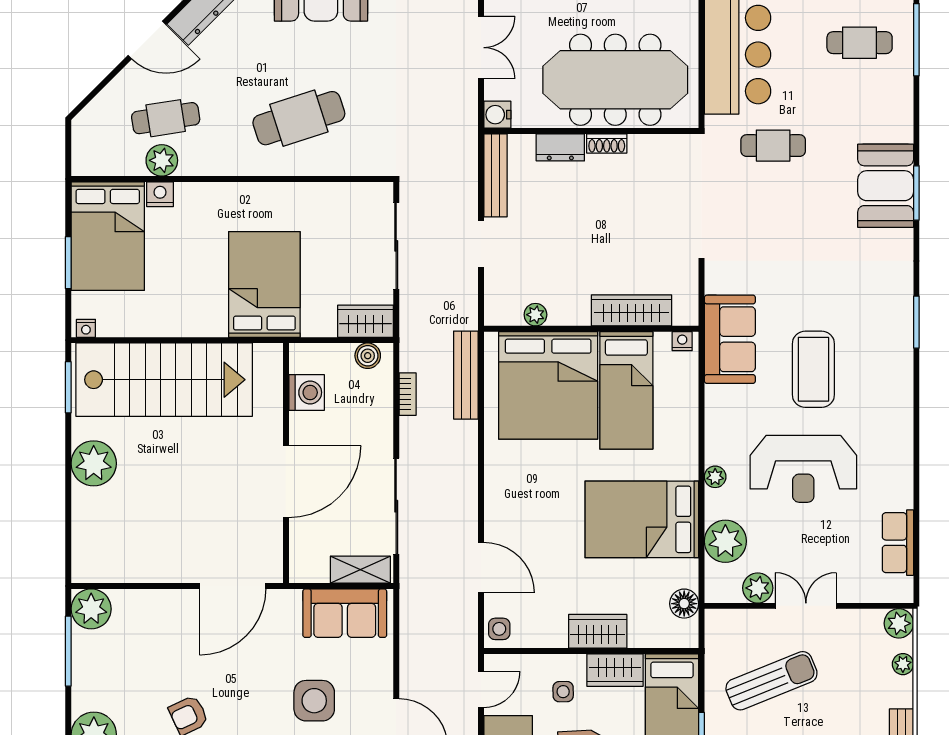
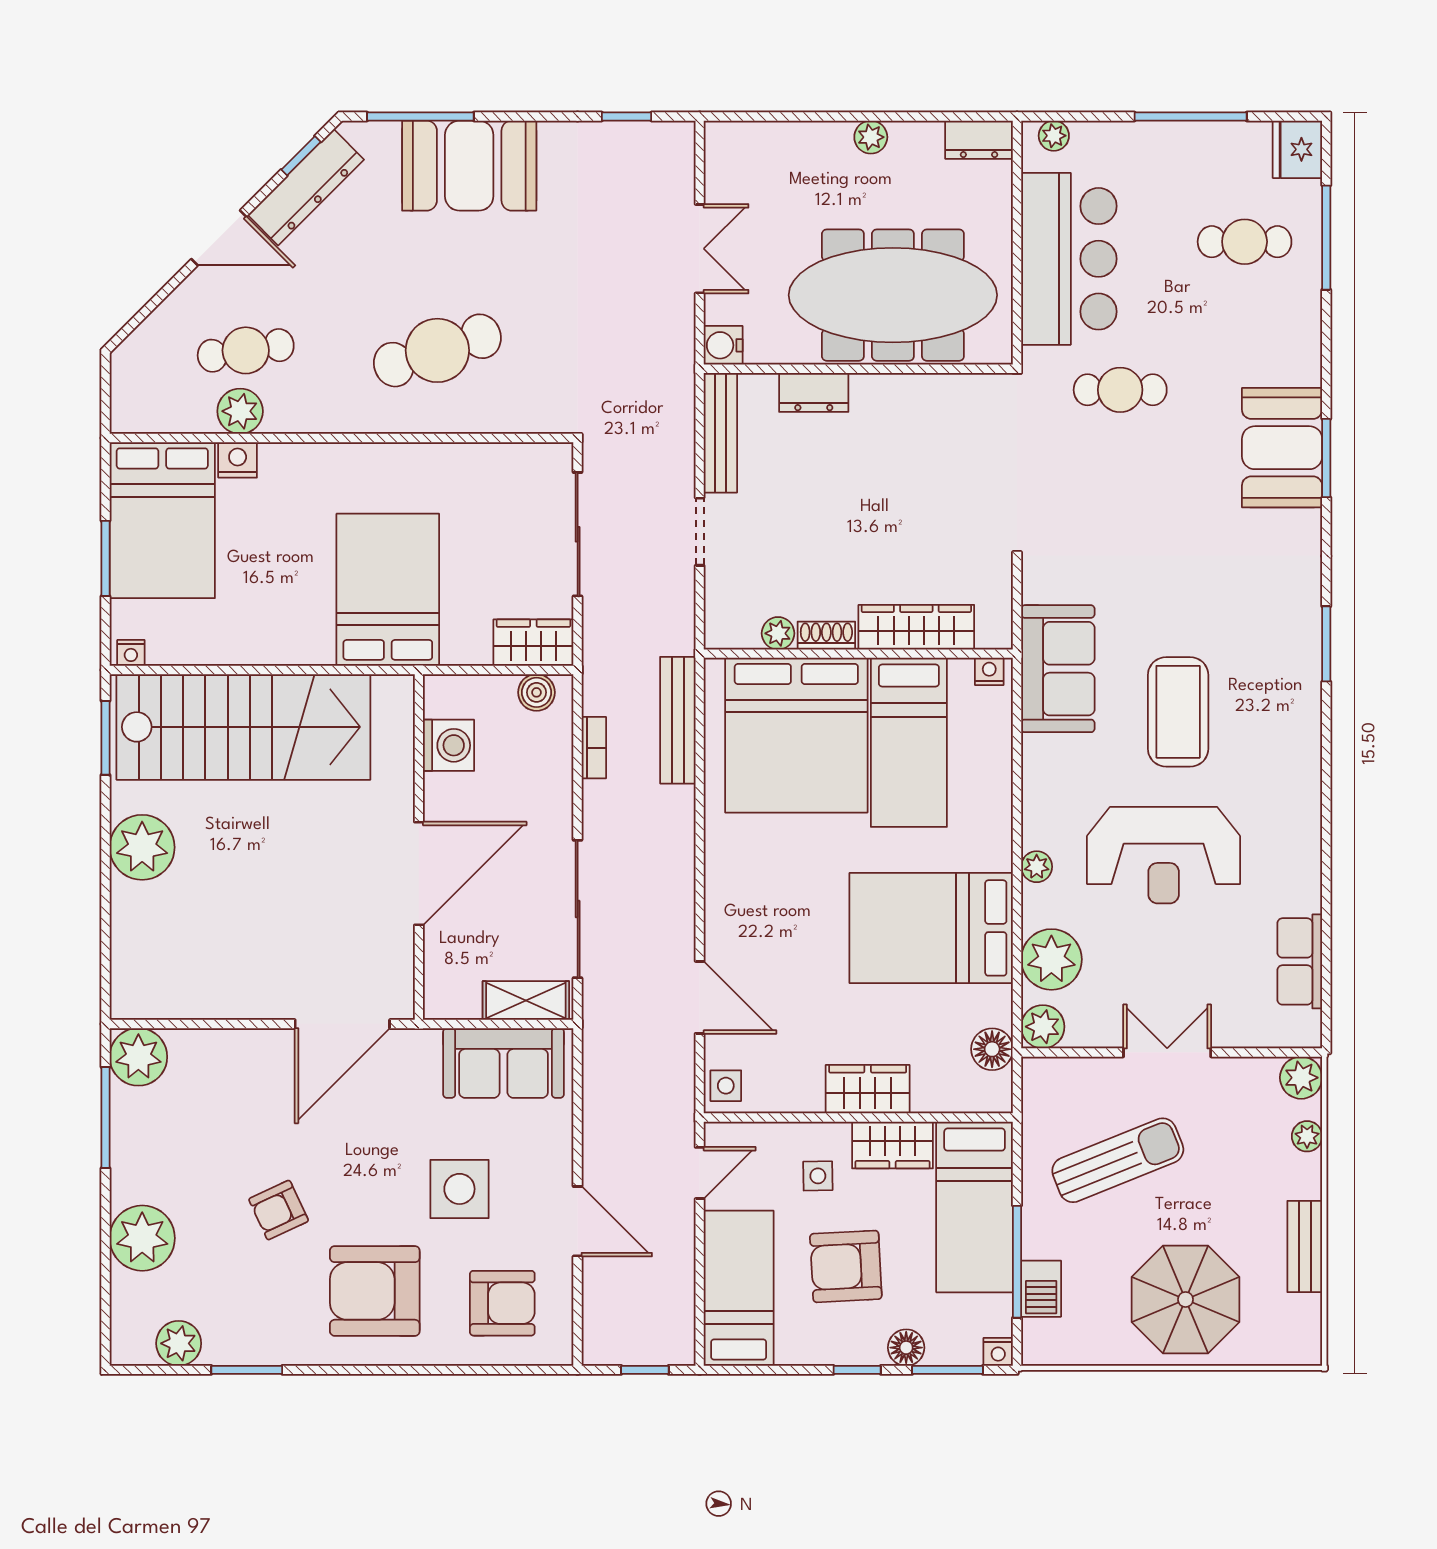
shoe rack: (607, 143) -> (826, 636), moved, turned 180
plant: (758, 588) -> (1043, 1027), moved

